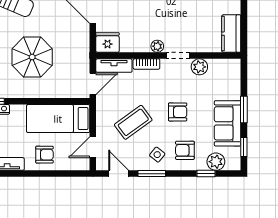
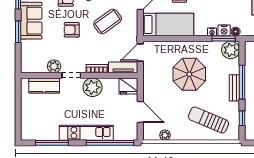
kitchen counter: (231, 34) -> (44, 86), moved, turned 90
plant: (157, 46) -> (93, 87), width x1.87, depth x1.87

